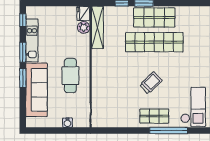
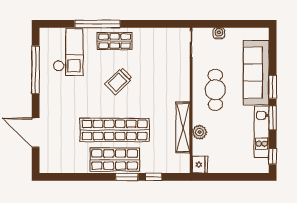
plant: (84, 27) -> (200, 132), moved
shelving: (97, 27) -> (183, 128), moved
checkout: (193, 107) -> (68, 52), turned 180

